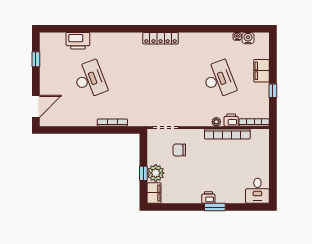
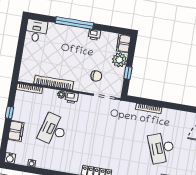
water cooler: (248, 38) -> (10, 158), moved
desk: (219, 79) -> (53, 130), turned 36
printer: (231, 120) -> (72, 98), moved
window: (143, 173) -> (128, 73), moved
printer: (208, 197) -> (94, 35), moved
window: (215, 207) -> (74, 23), width x2.11

